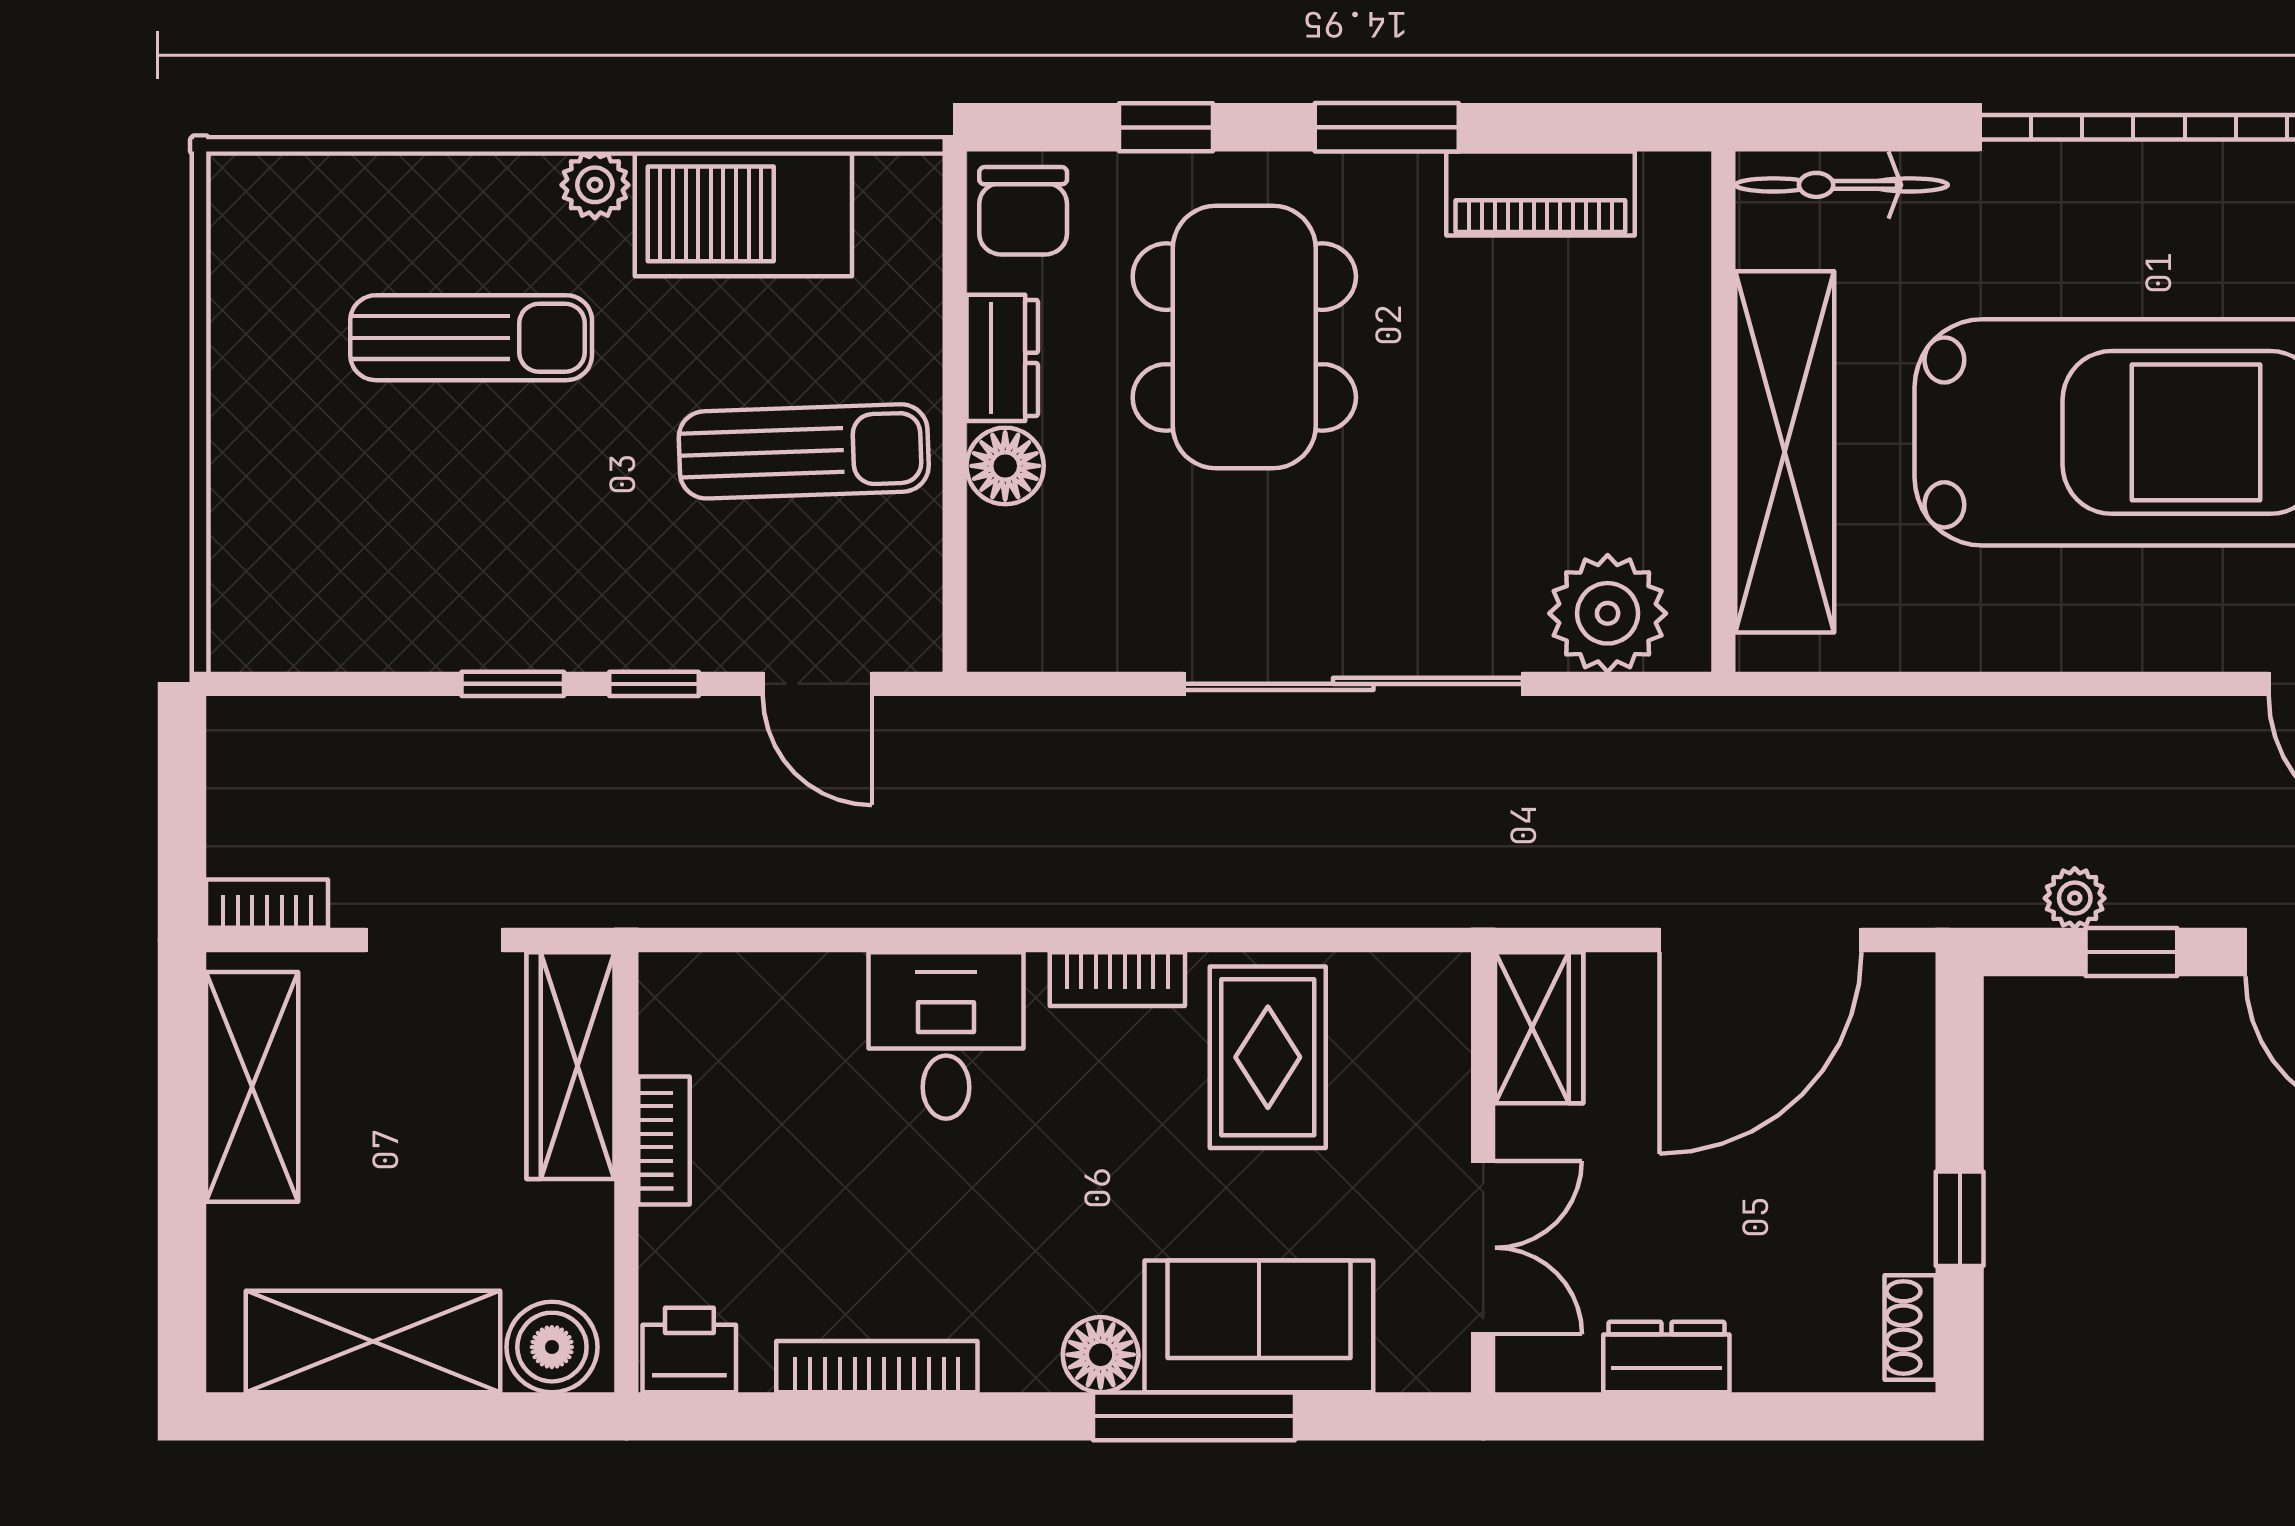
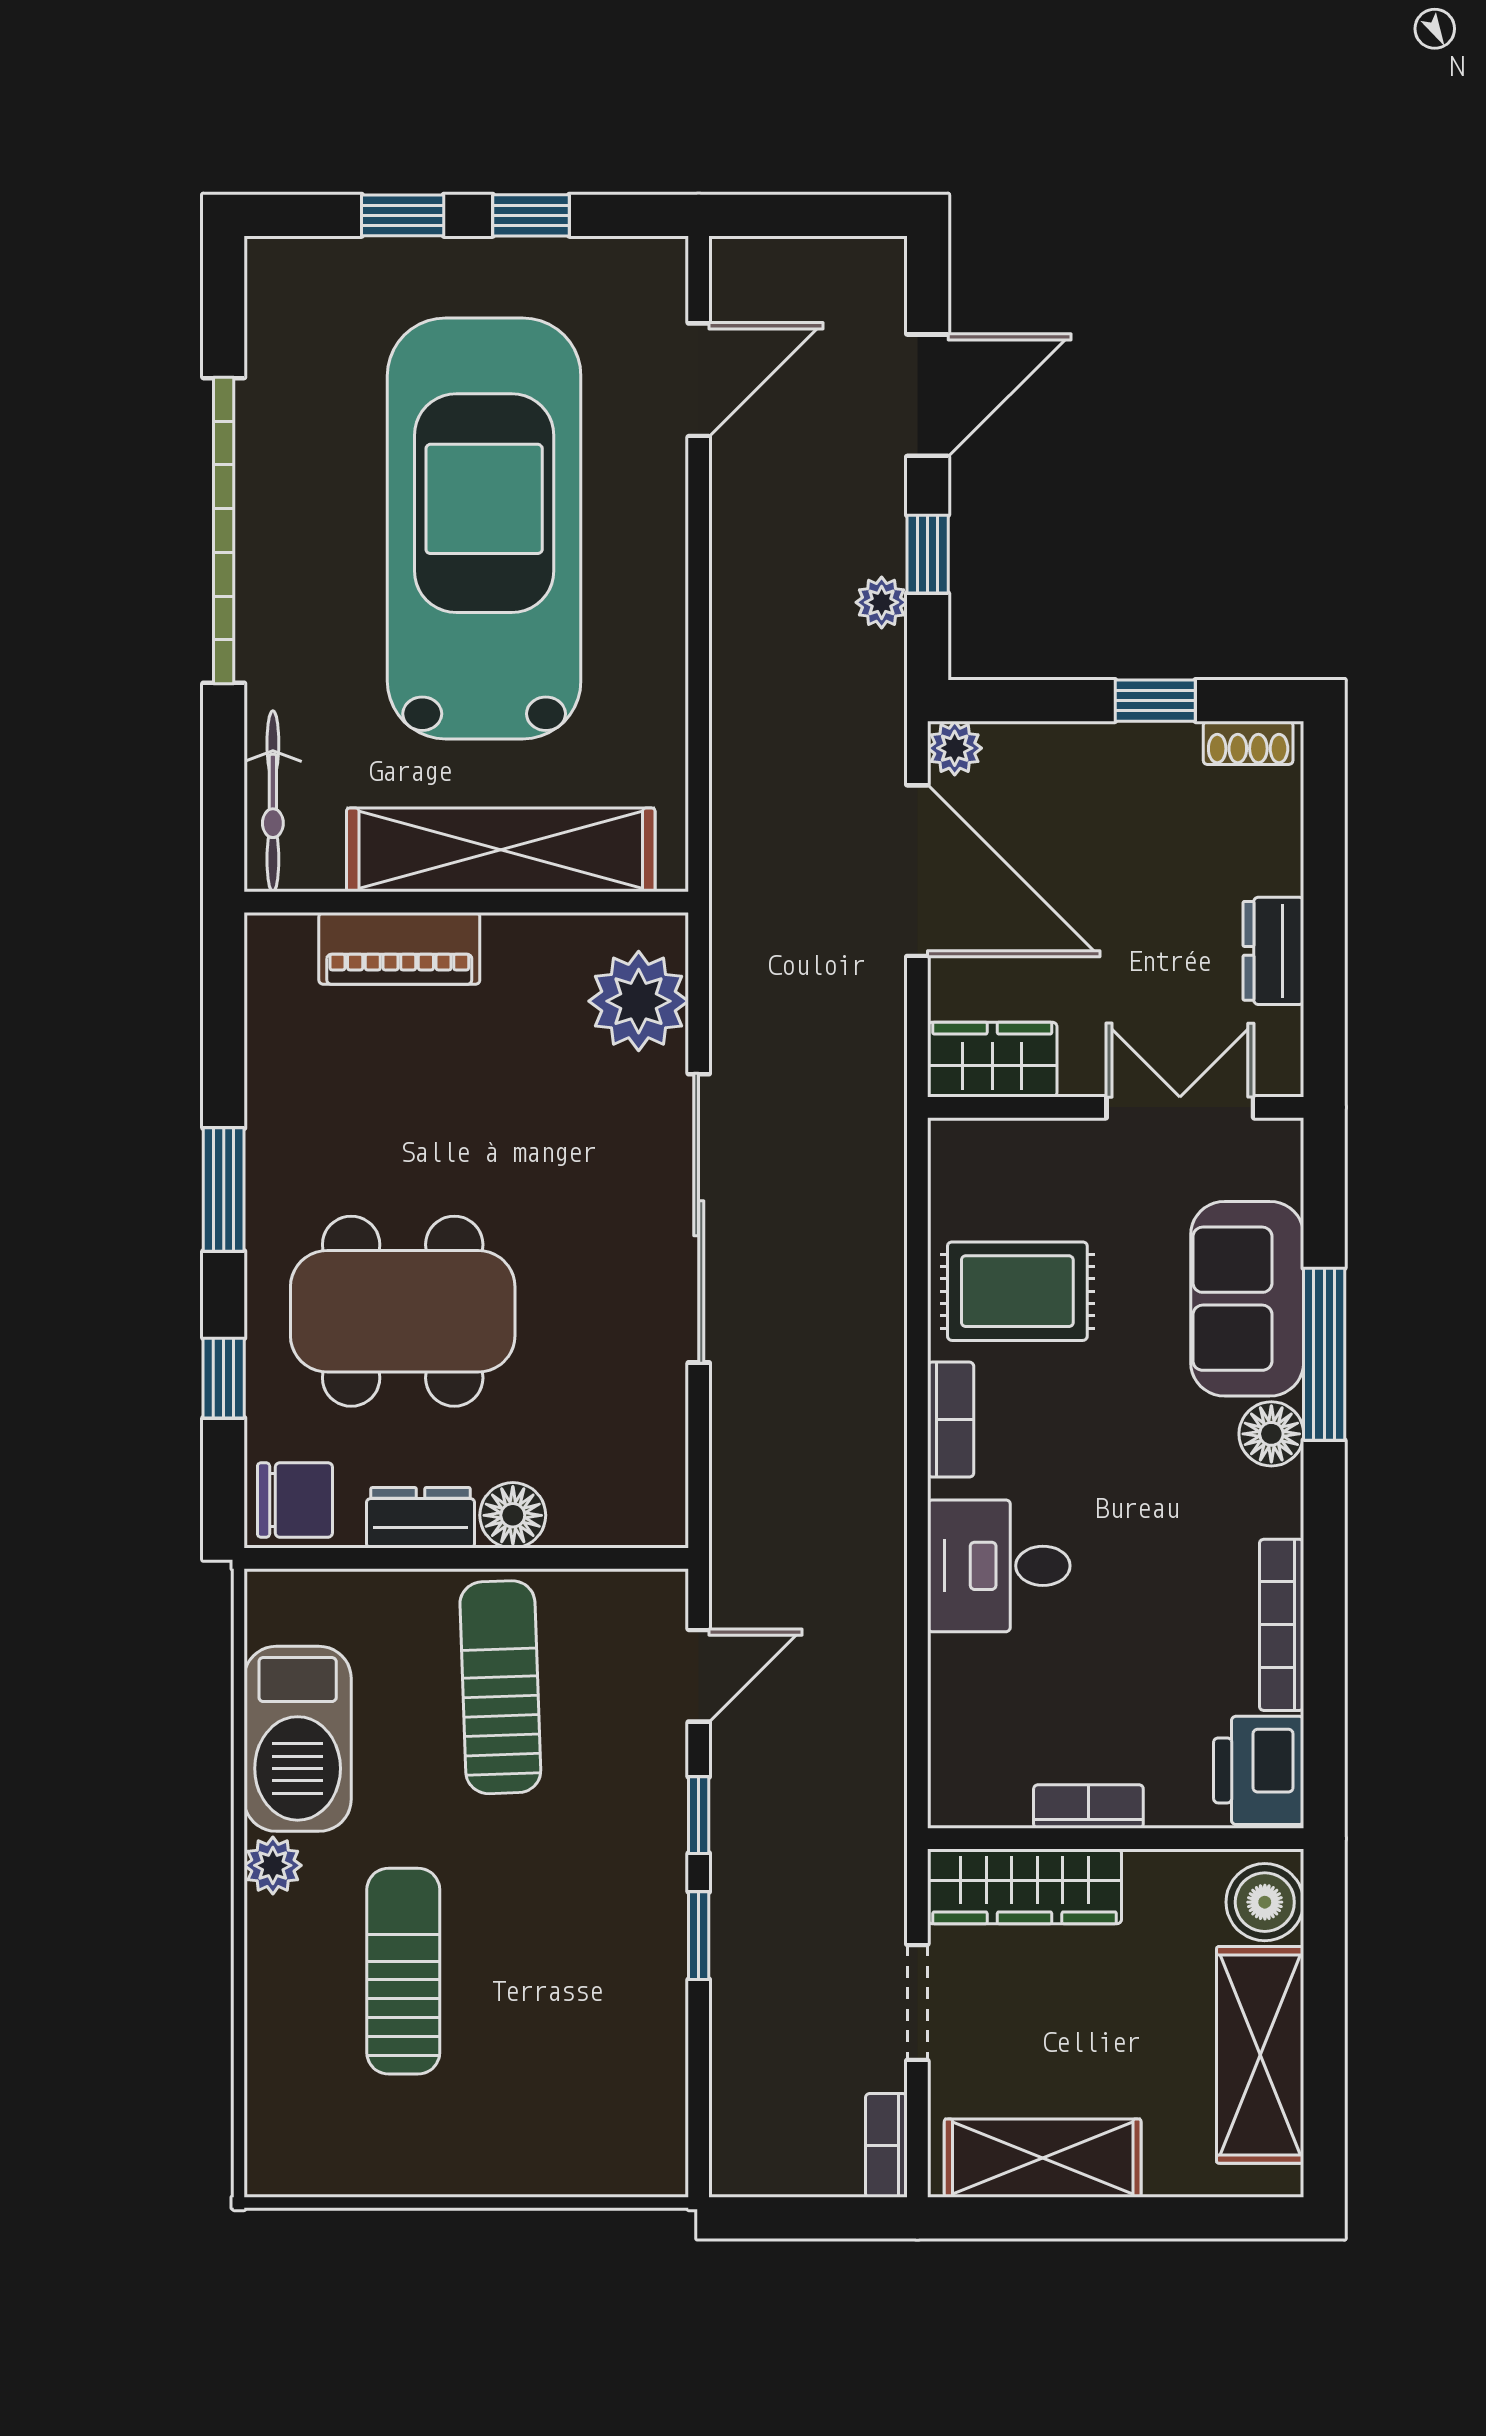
piano: (1540, 193) -> (399, 948), moved, turned 90
plant: (1904, 984) -> (955, 748), added
printer: (689, 1350) -> (1259, 1770), width x1.36, depth x1.24

